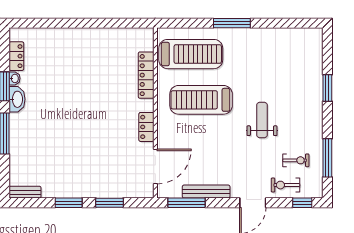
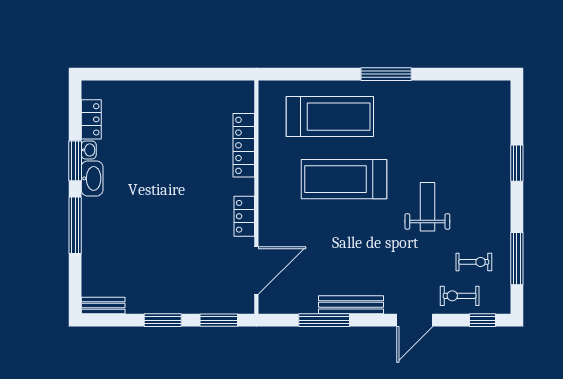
locker: (146, 75) -> (244, 145), moved
wall: (155, 113) -> (256, 197), moved
locker: (146, 127) -> (244, 216), moved
door: (155, 166) -> (256, 270), moved

